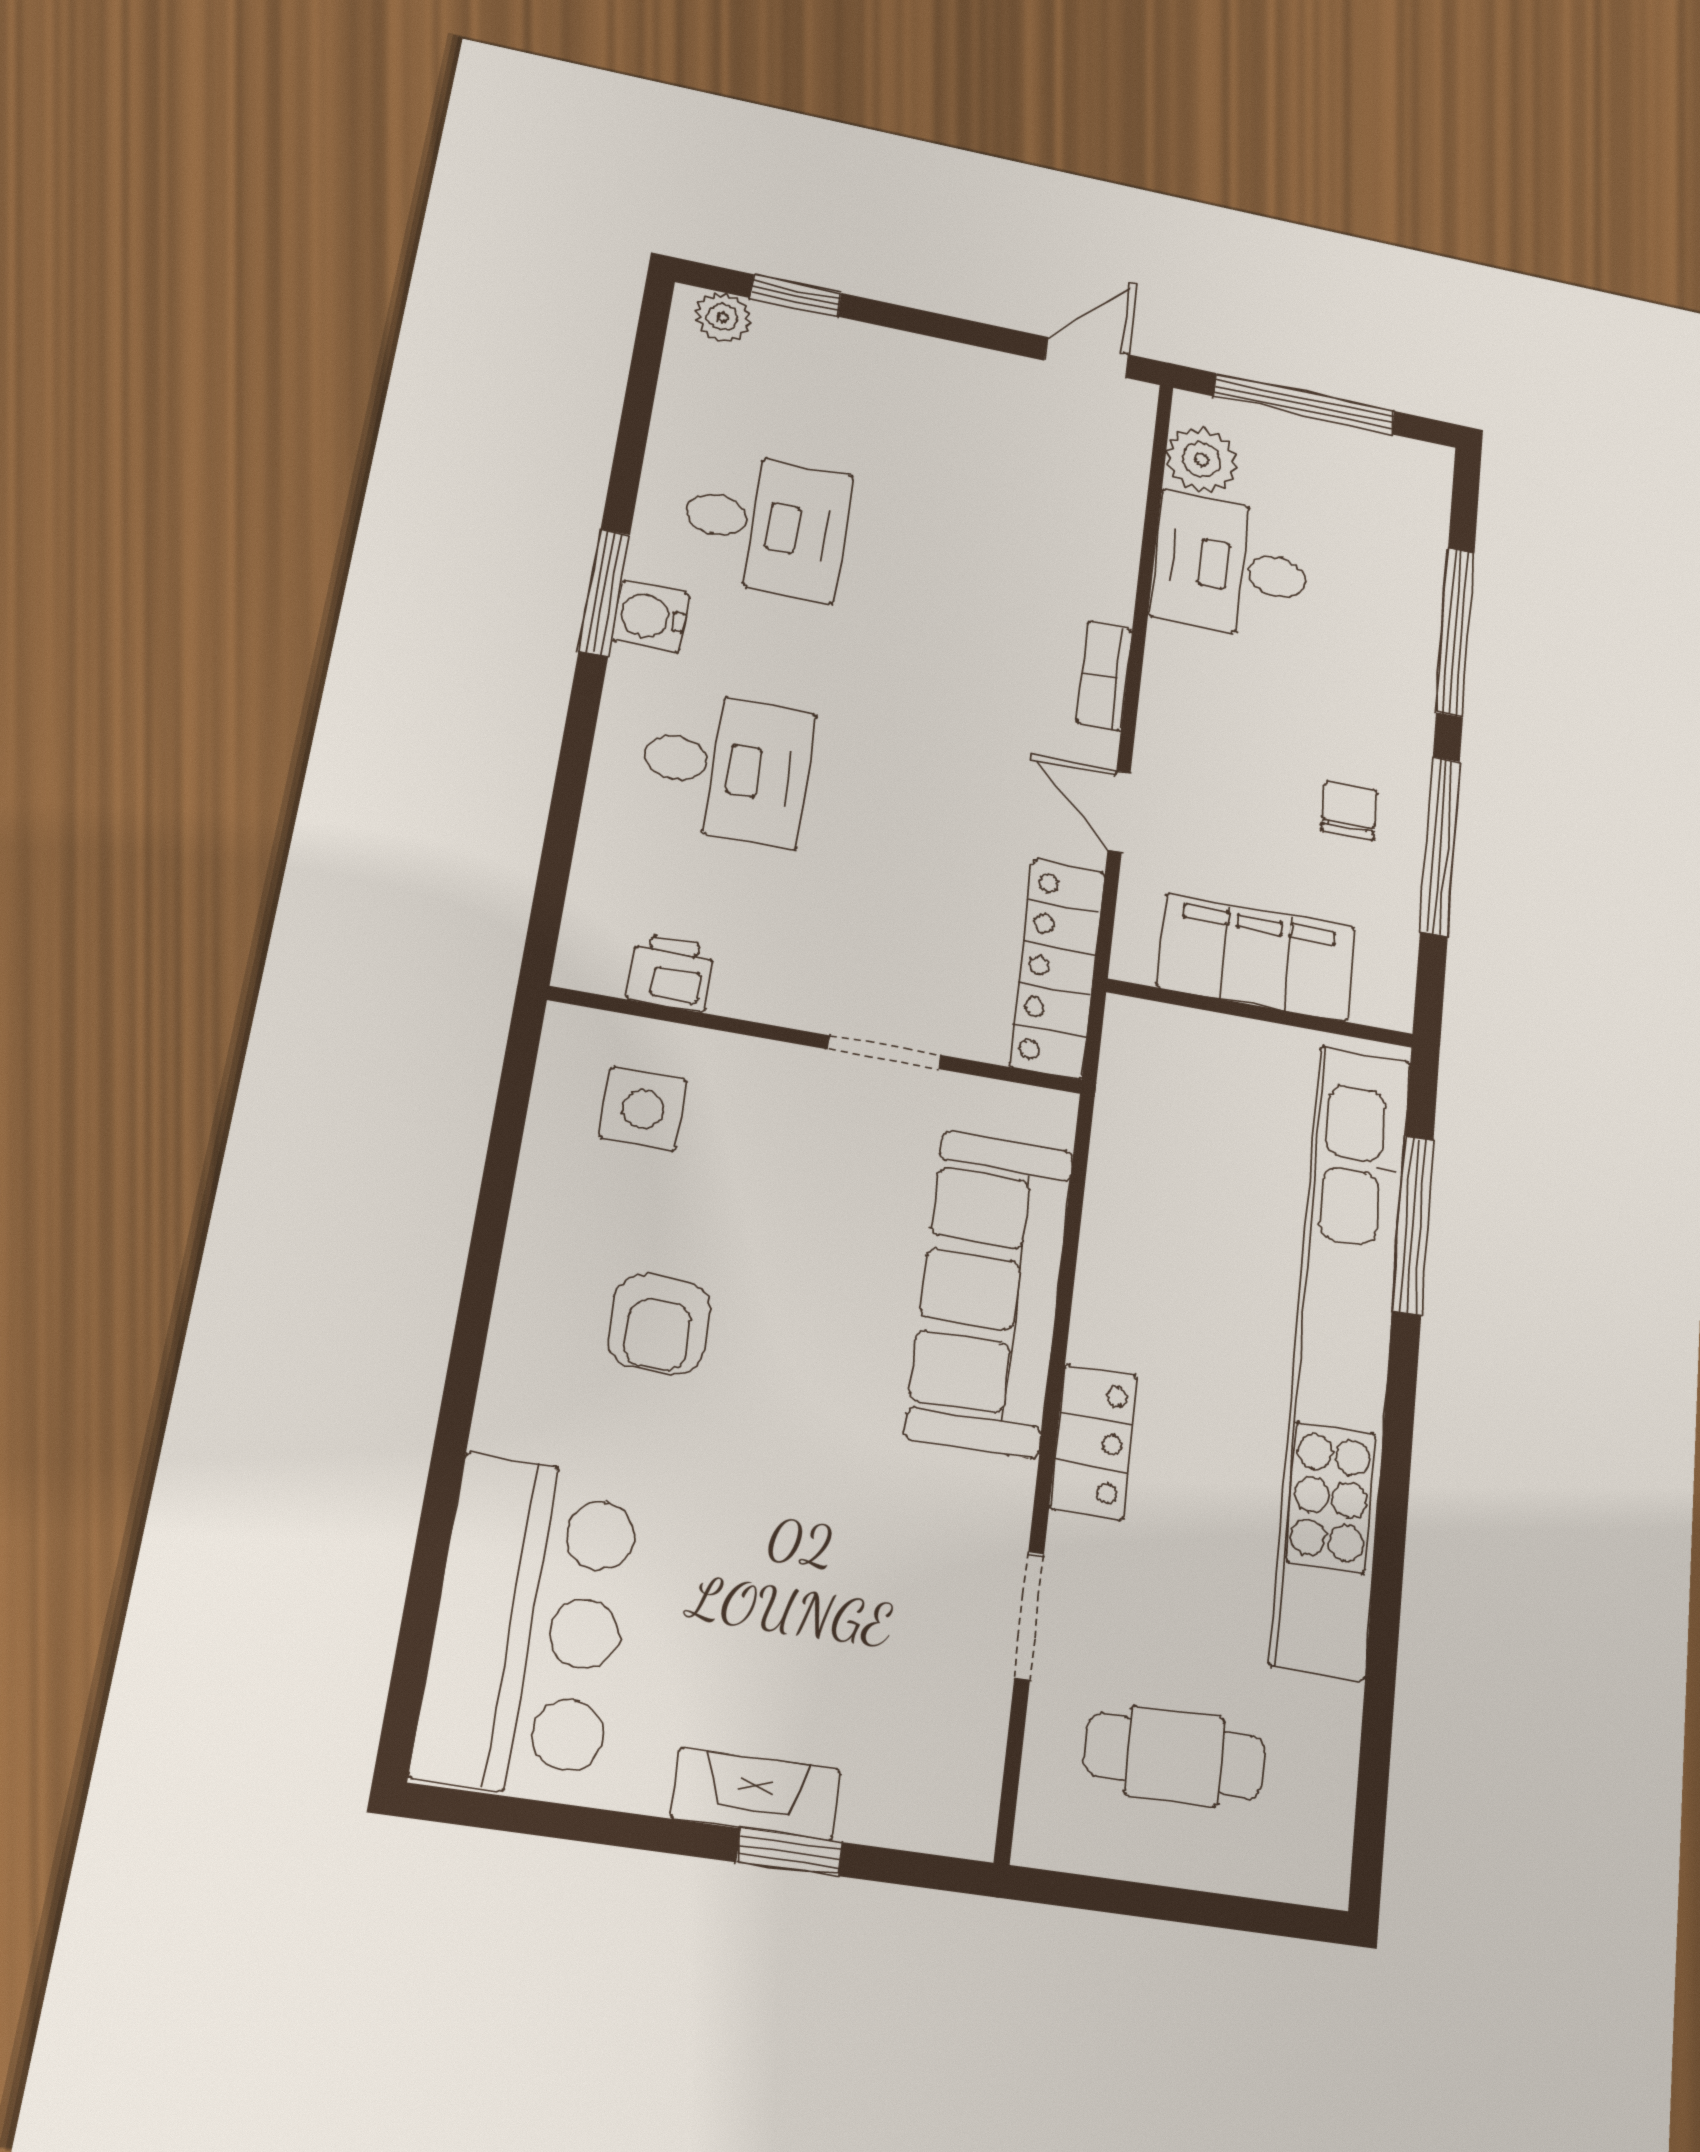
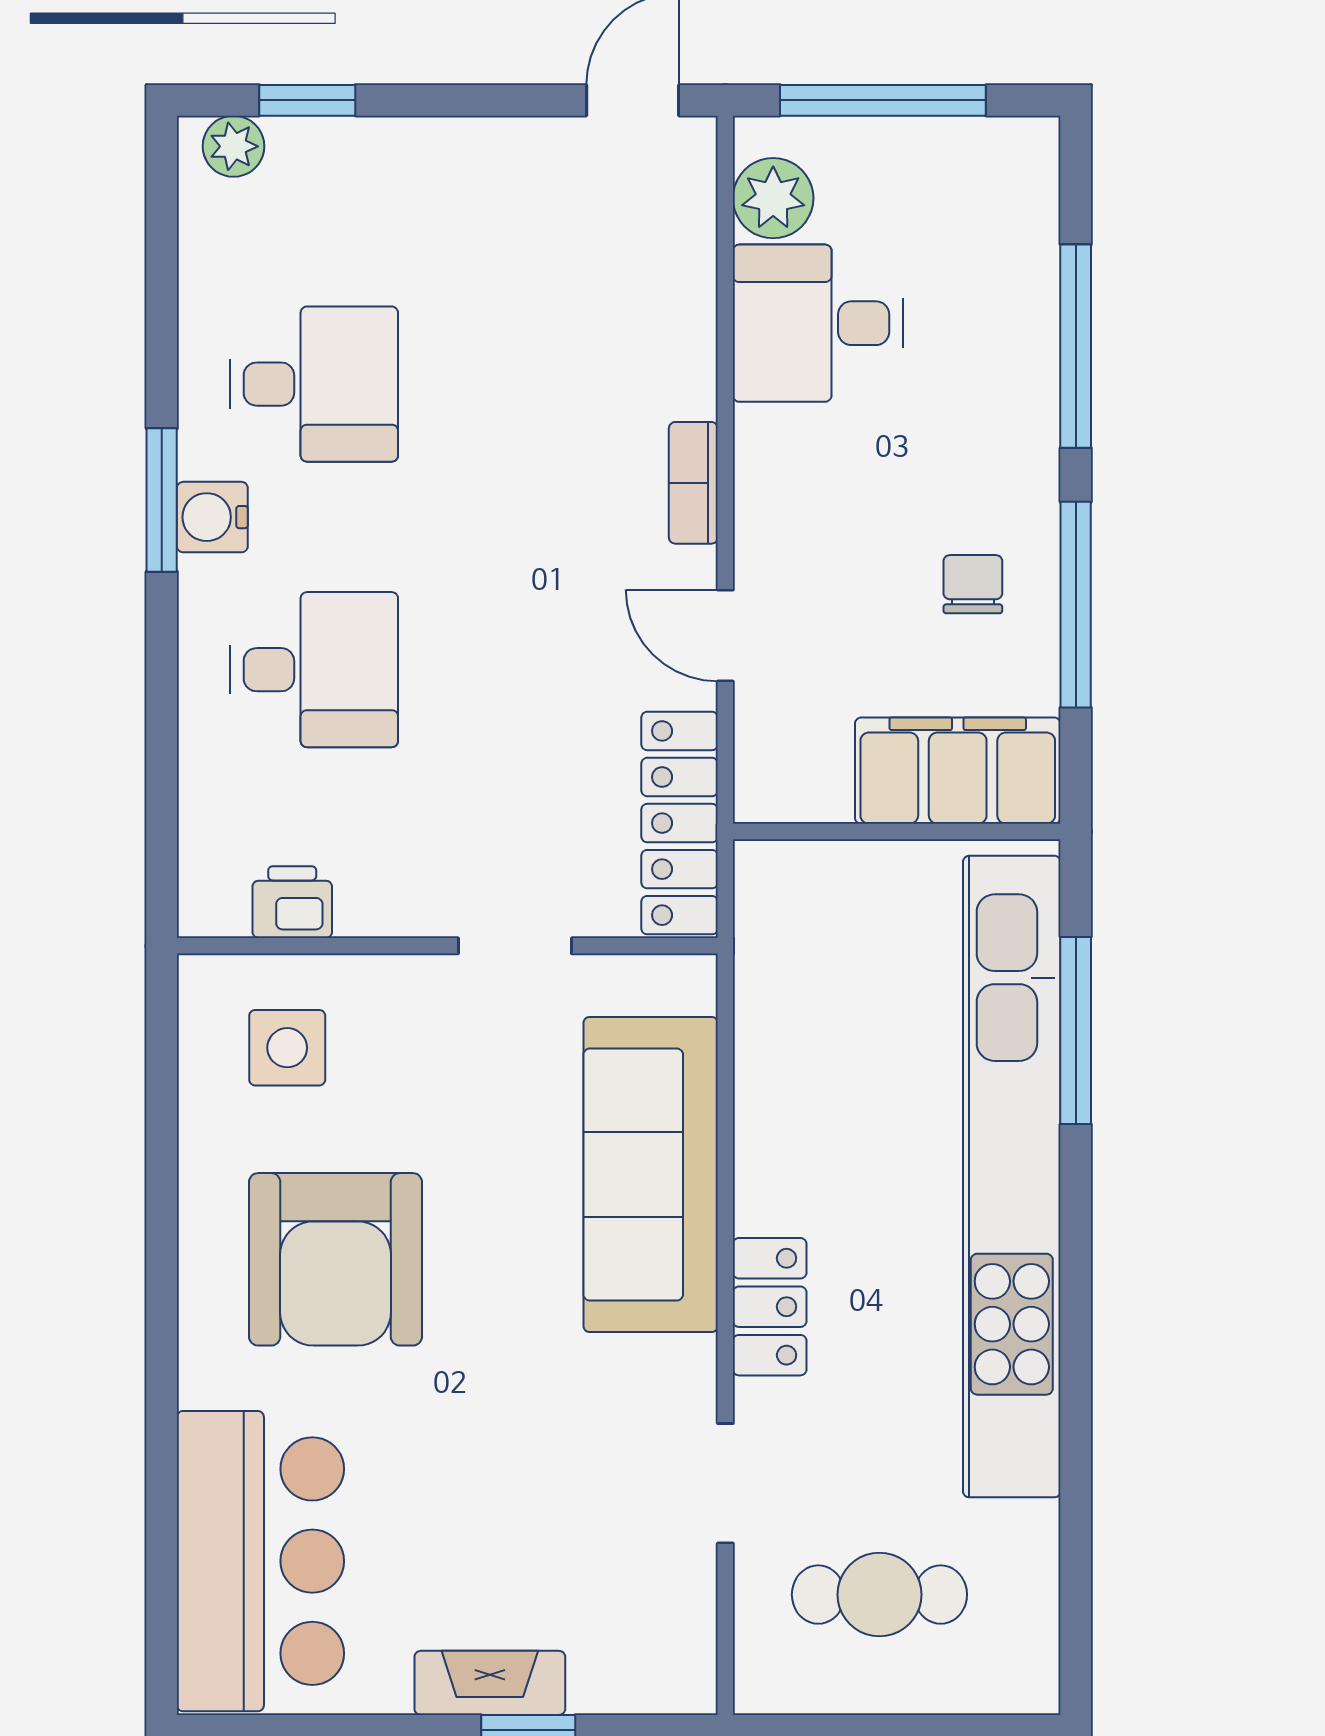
filing cabinet: (1256, 957) -> (958, 771), moved
armchair: (659, 1324) -> (336, 1259), width x1.88, depth x1.88

